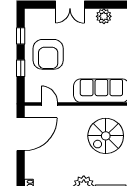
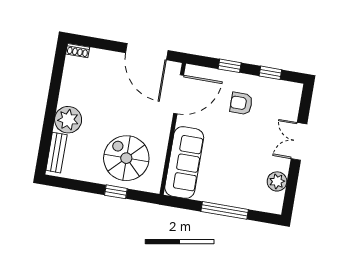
armchair: (48, 54) -> (241, 103), width x0.53, depth x0.53
door: (49, 104) -> (179, 94), width x1.88

